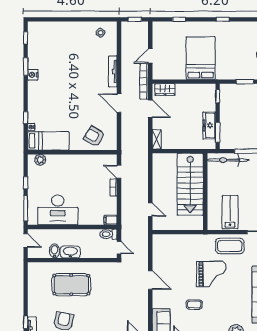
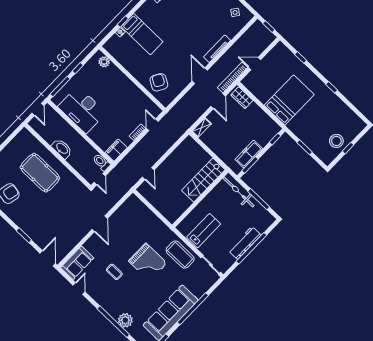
bed: (48, 141) -> (142, 34), moved
stairs: (190, 184) -> (203, 180), width x0.73, depth x0.66
filing cabinet: (111, 220) -> (116, 150), width x2.00
bidet: (54, 251) -> (51, 137), removed

